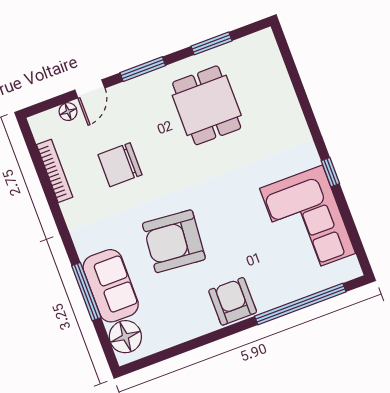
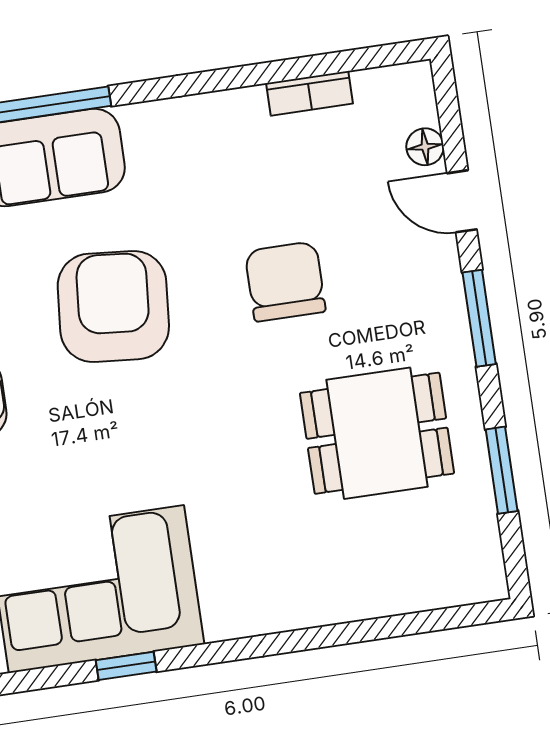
chair: (120, 165) -> (285, 281), moved
bookcase: (55, 171) -> (309, 93), width x0.64
window: (330, 172) -> (126, 666), moved

